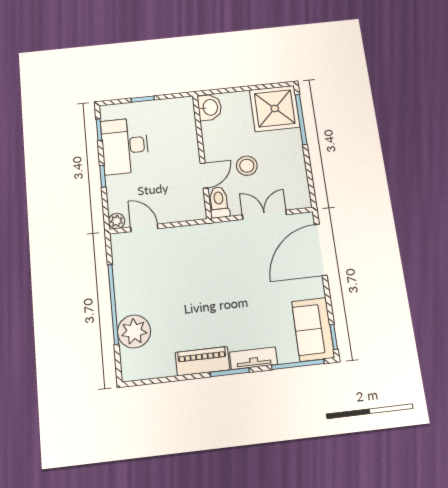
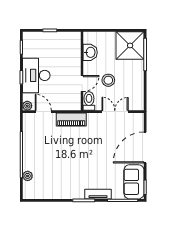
washbasin: (210, 107) -> (90, 52), moved
desk: (125, 146) -> (36, 75), moved
door: (321, 250) -> (145, 148), moved
plant: (134, 331) -> (28, 176), width x0.53, depth x0.53
piano: (202, 361) -> (71, 120), moved, turned 180

